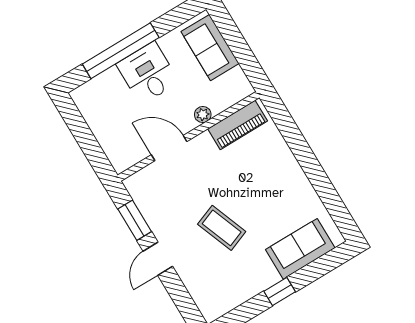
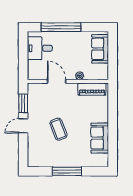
desk: (148, 73) -> (40, 48), moved, turned -90
sofa: (300, 249) -> (100, 138), moved, turned -90
window: (280, 291) -> (67, 171), width x2.17

